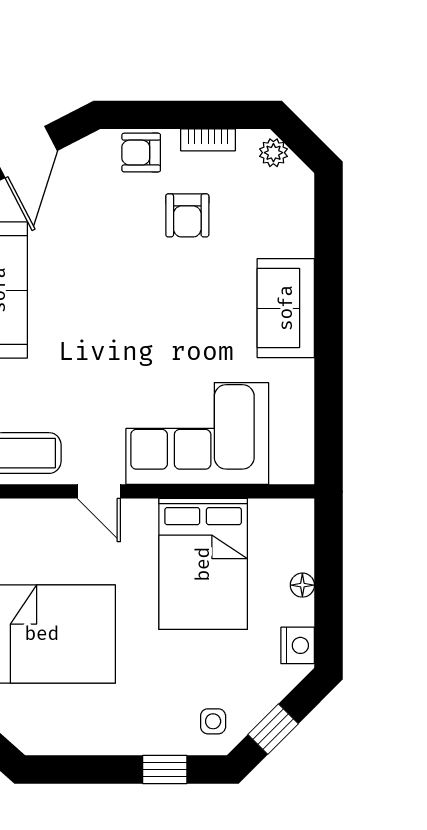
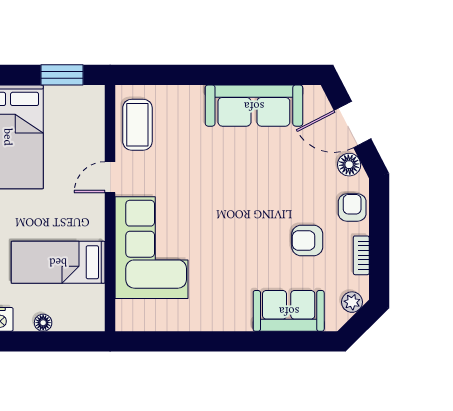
floor lamp: (81, 157) -> (349, 165), added
sofa: (286, 308) -> (289, 311), moved
bed: (203, 564) -> (58, 262), width x0.67

